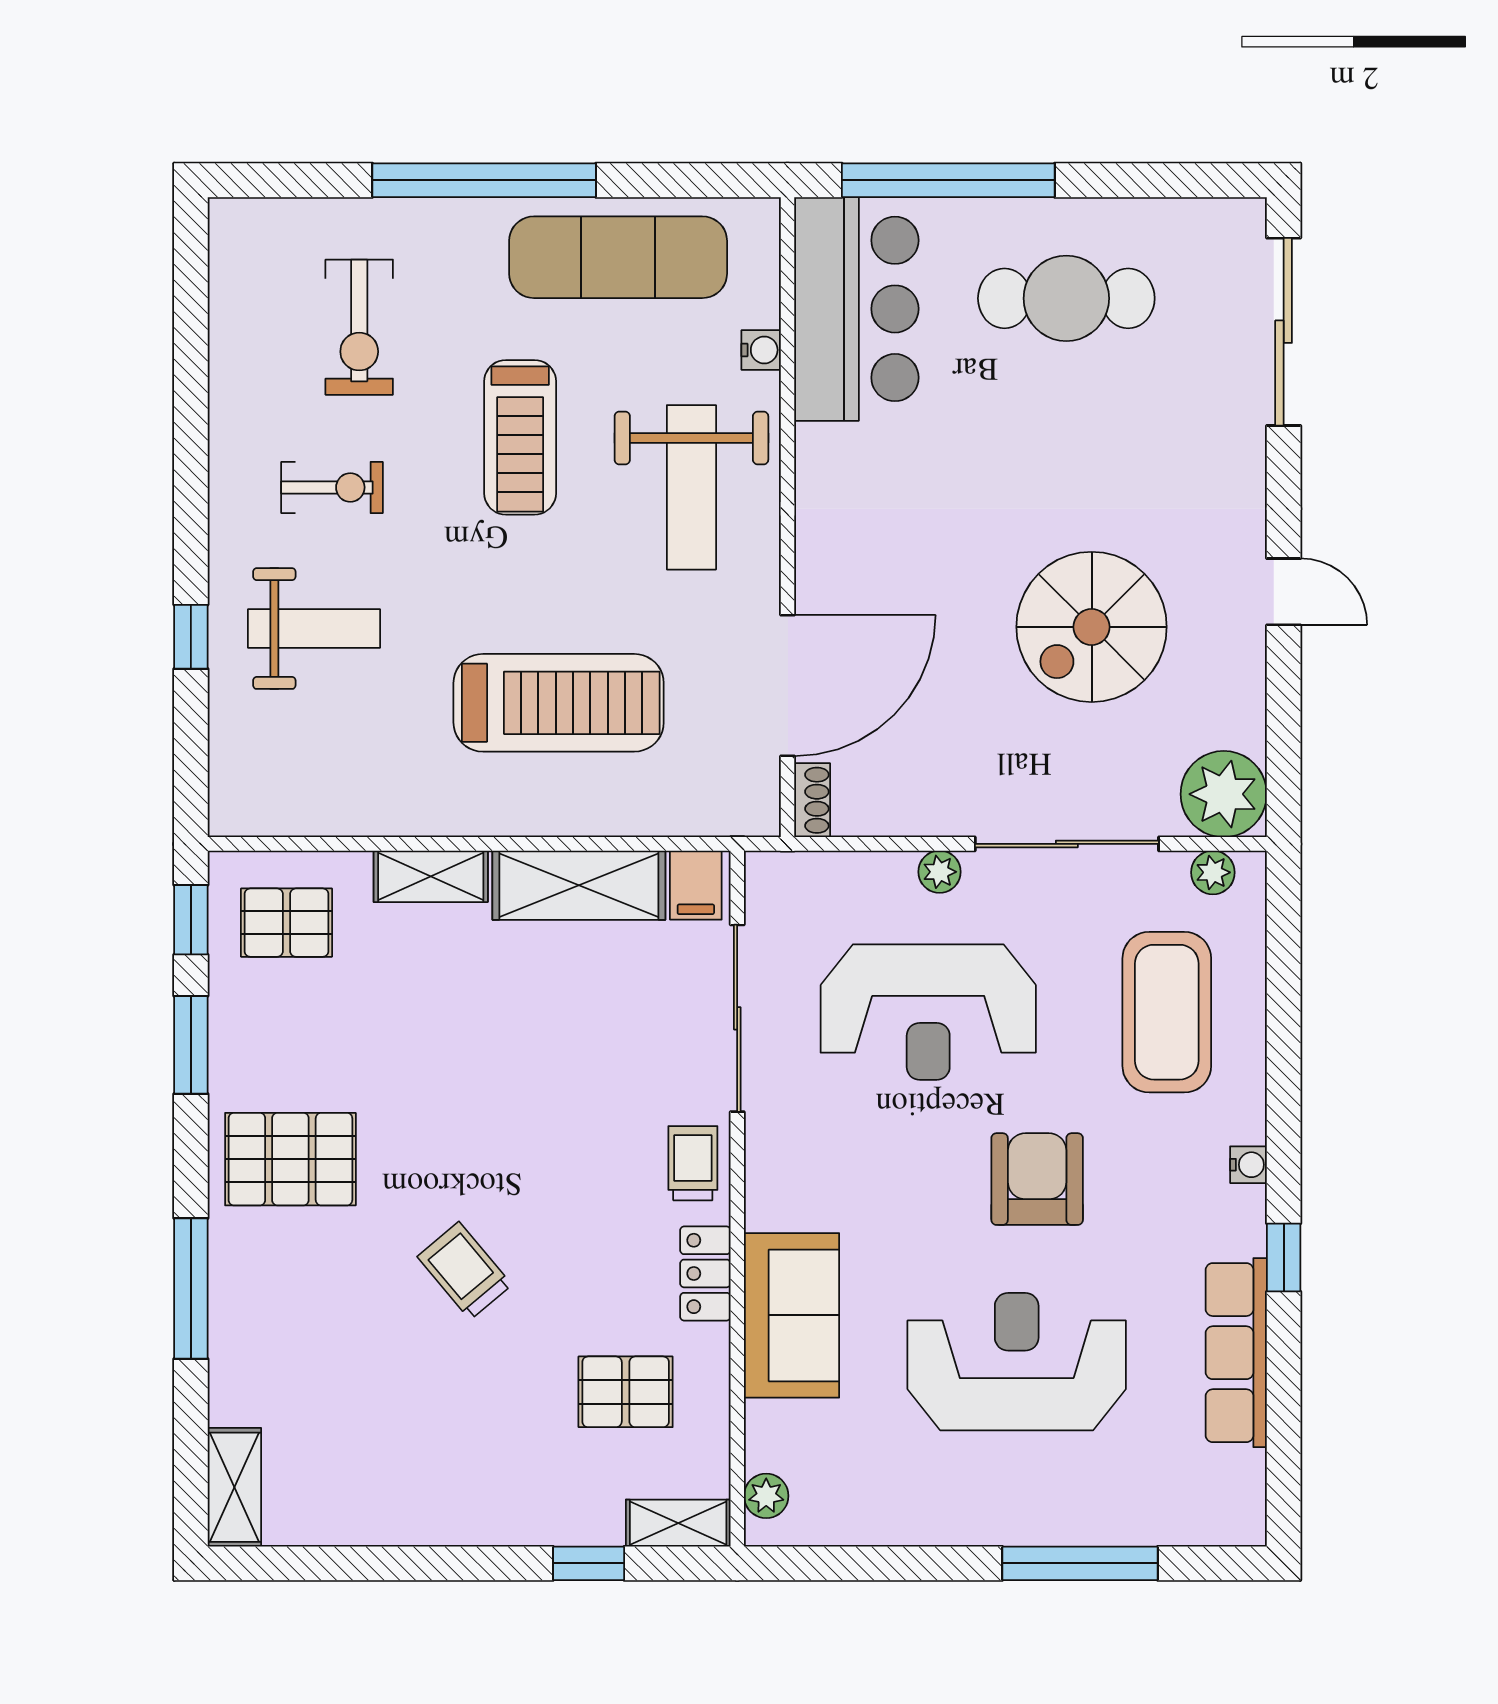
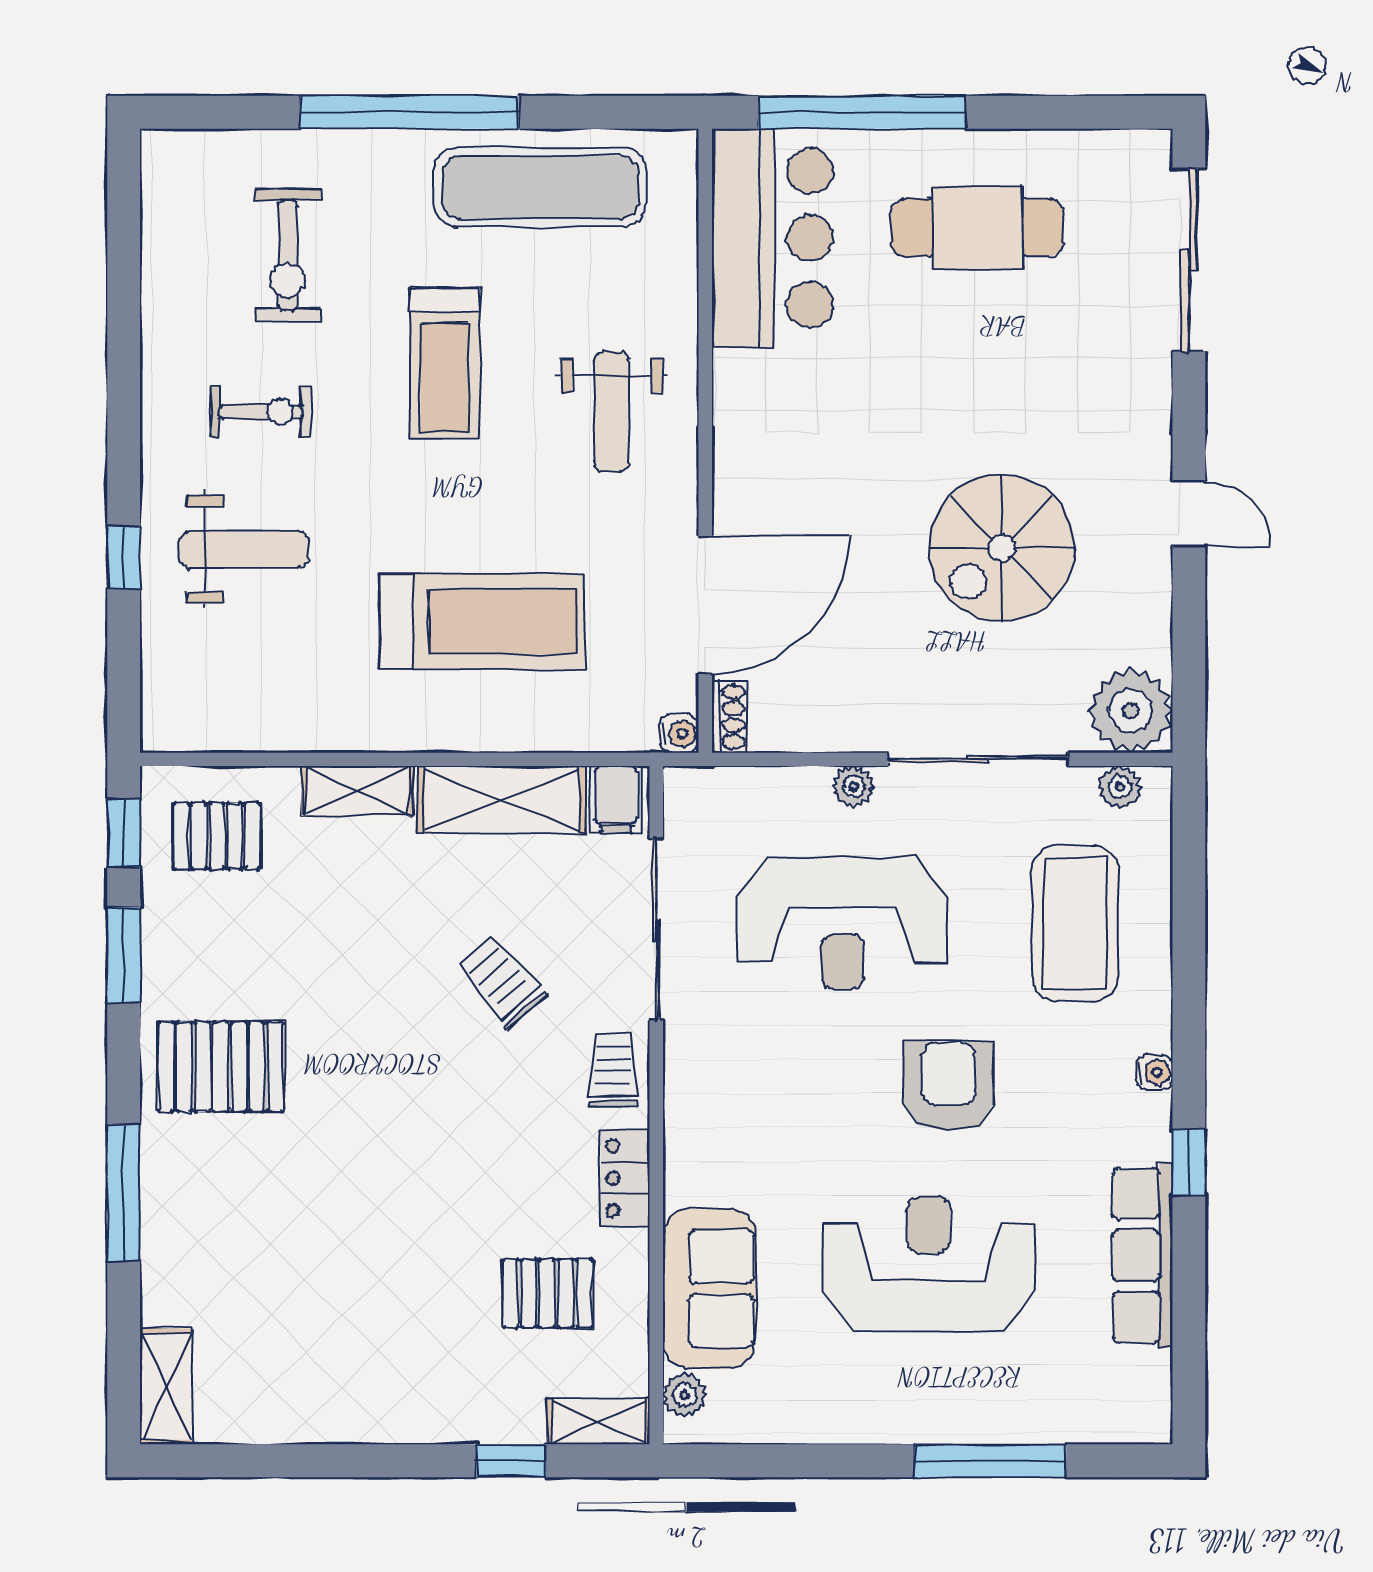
water cooler: (761, 350) -> (679, 734), moved
weight bench: (691, 487) -> (612, 412), width x0.73, depth x0.75
trolley: (465, 1271) -> (502, 982), moved
sofa: (792, 1315) -> (709, 1289), moved

